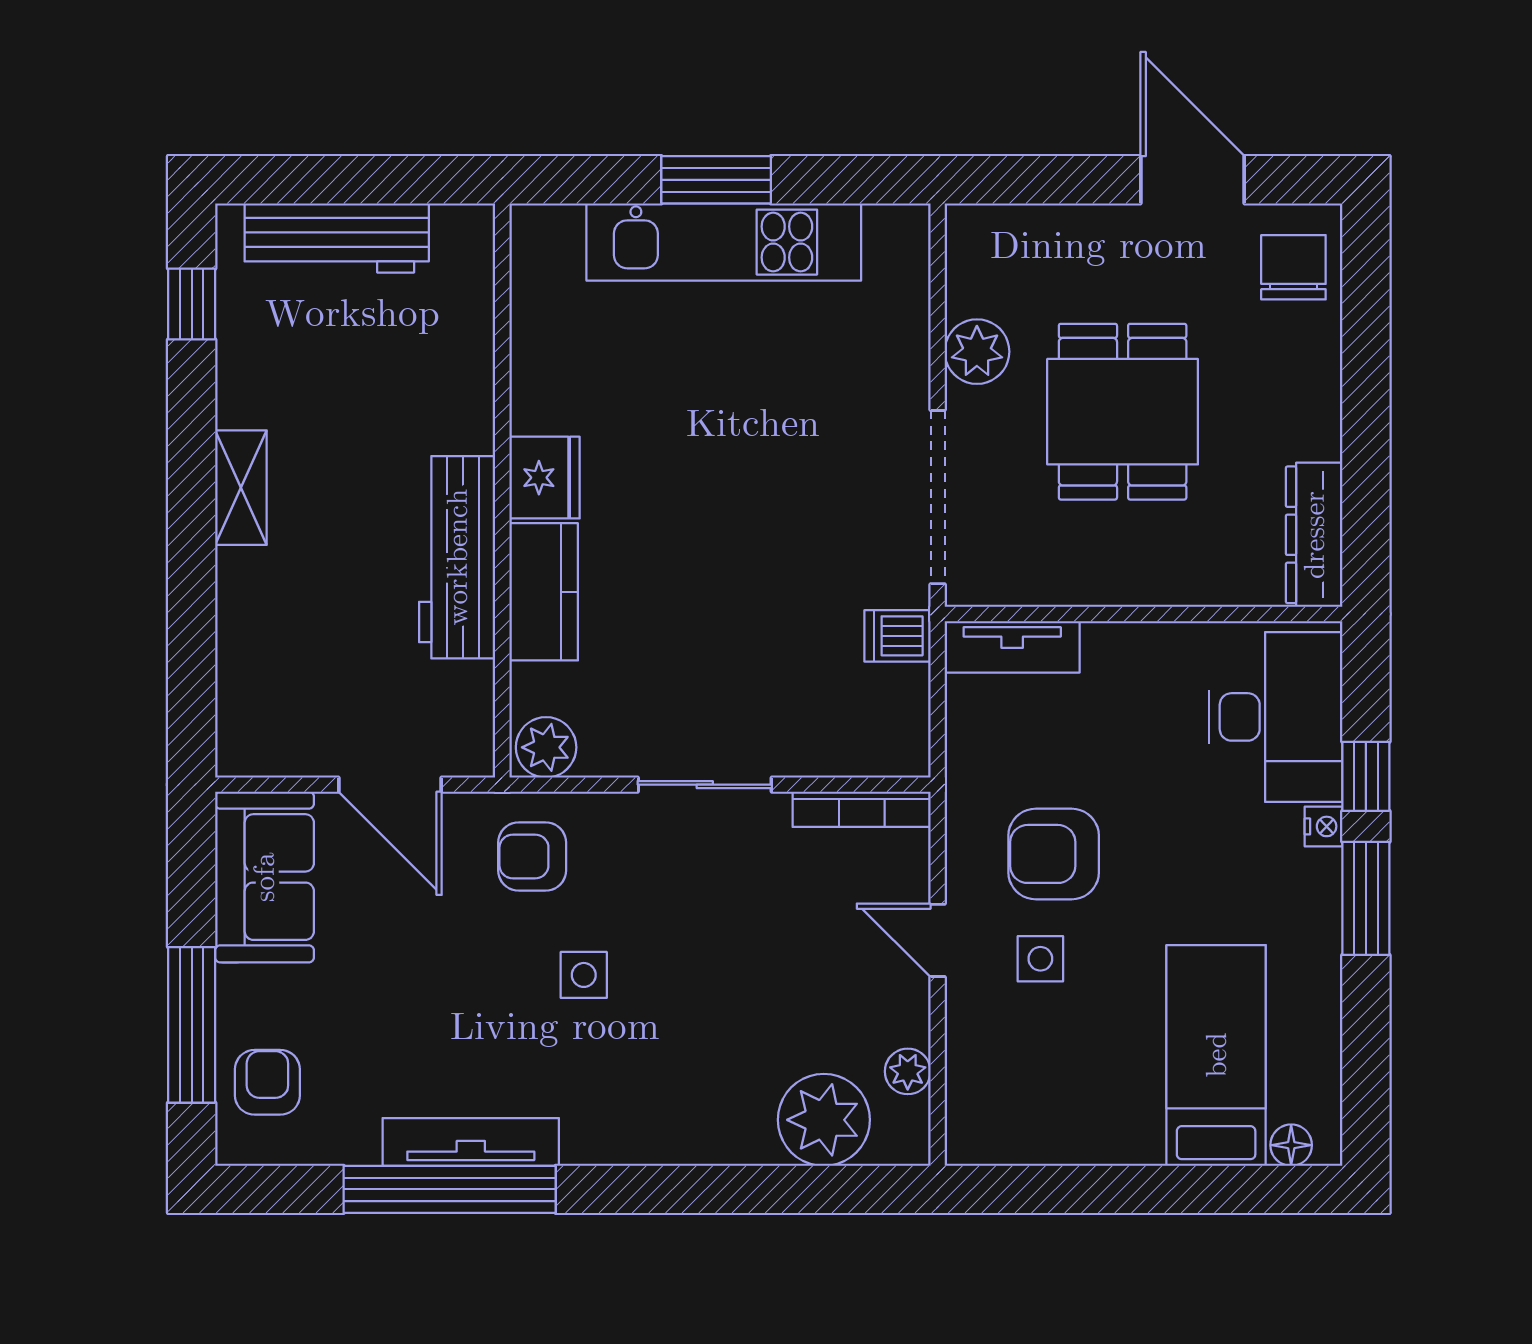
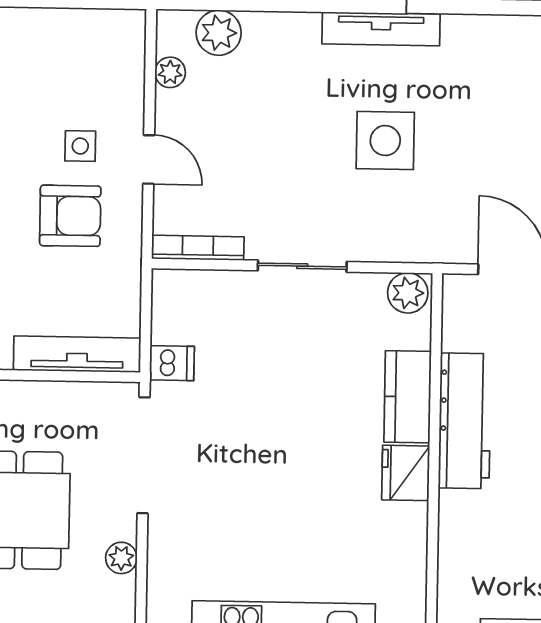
plant: (977, 352) -> (121, 558), width x0.73, depth x0.73
tv unit: (1012, 647) -> (77, 354), width x1.41
armchair: (532, 856) -> (418, 220), removed
side table: (584, 975) -> (385, 141), width x1.87, depth x1.87
plant: (824, 1120) -> (219, 33), width x0.73, depth x0.73
tv unit: (471, 1142) -> (381, 29), moved

